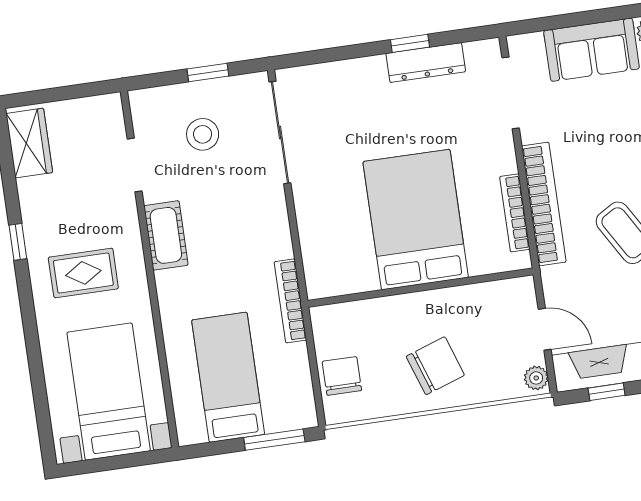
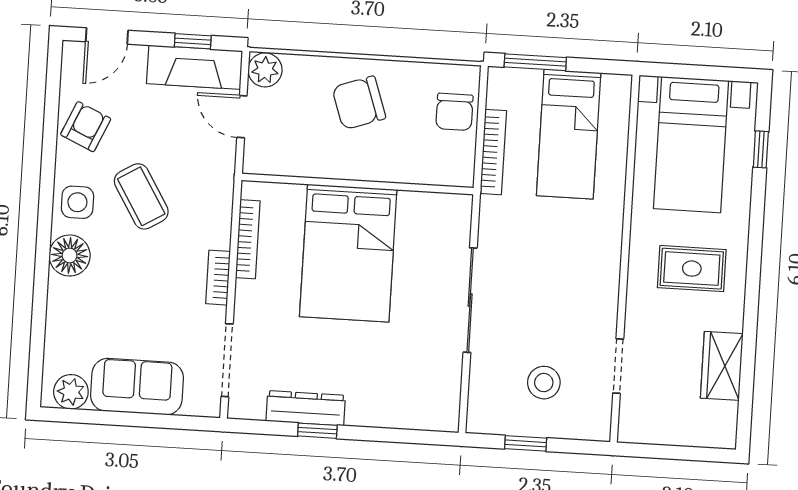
sliding door: (280, 132) -> (470, 300), moved
wardrobe: (29, 143) -> (722, 366), moved
bookcase: (544, 204) -> (218, 278), width x0.43, depth x0.76
cot: (166, 235) -> (601, 289), removed
window: (18, 242) -> (761, 149), moved
bookcase: (290, 301) -> (493, 152), moved
plant: (536, 378) -> (265, 70), width x1.38, depth x1.38

